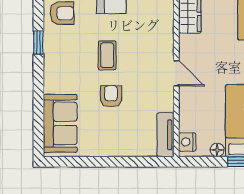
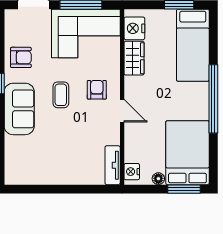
armchair: (111, 96) -> (97, 90), moved
sofa: (60, 123) -> (19, 109), moved

